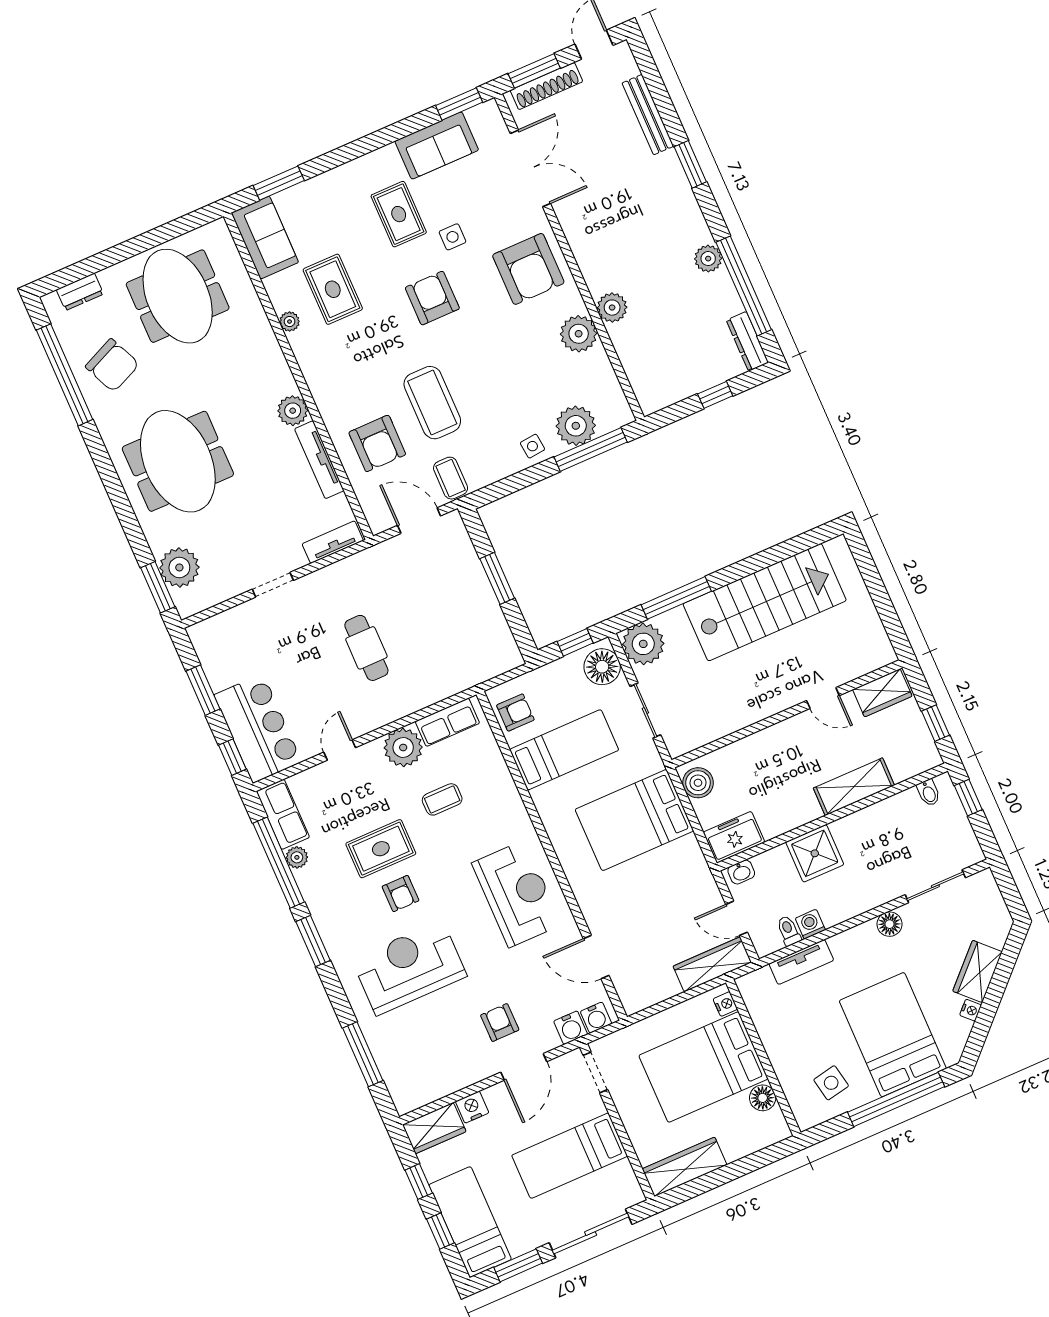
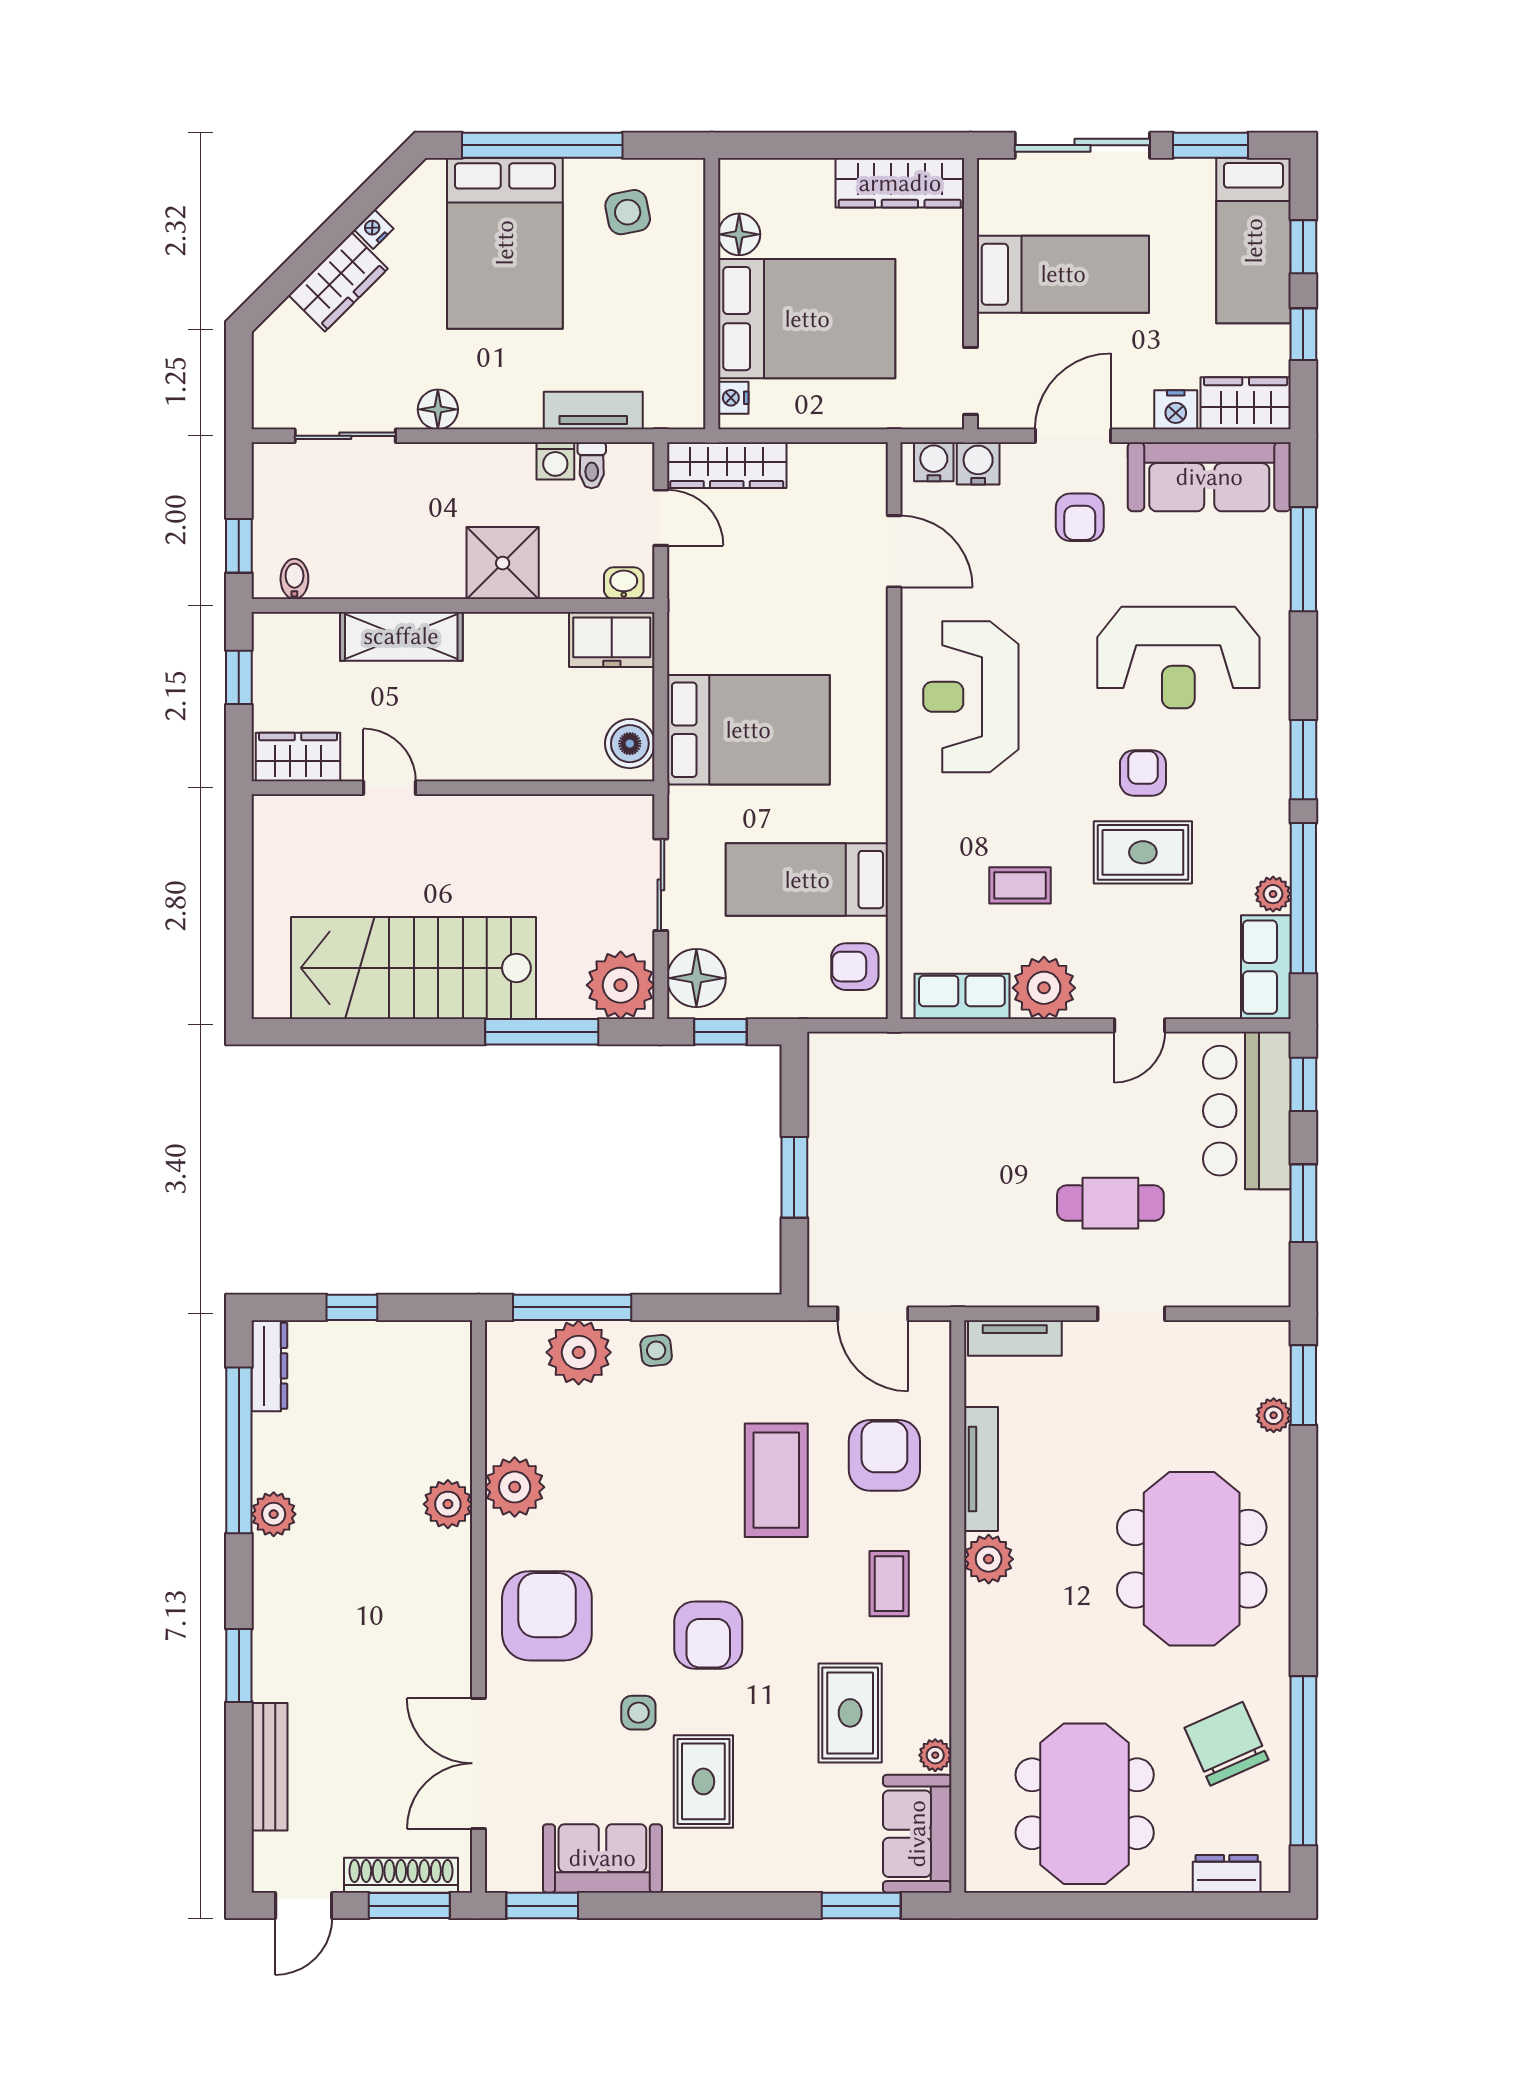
plant: (290, 322) -> (935, 1755), moved
coffee table: (451, 478) -> (889, 1584), moved
plant: (179, 567) -> (1274, 1415), width x0.53, depth x0.53
cafe table: (366, 648) -> (1110, 1203), moved, turned 90
sofa: (437, 1078) -> (1209, 477), added

